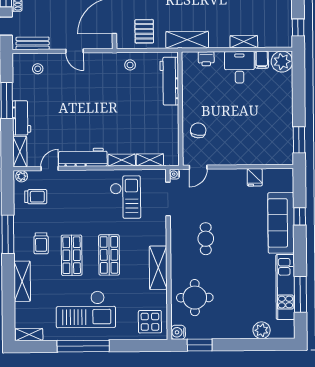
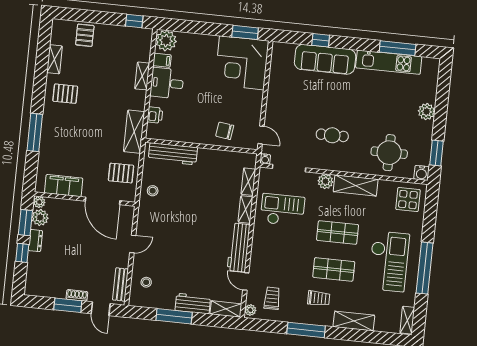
corner desk: (268, 140) -> (242, 63), added
fridge: (255, 177) -> (277, 80), removed
plant: (159, 237) -> (325, 181), added
plant: (262, 330) -> (427, 112), moved

